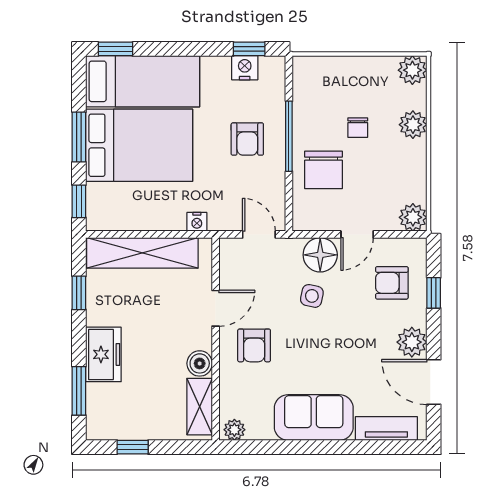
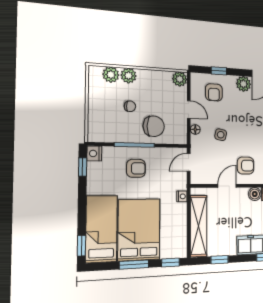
nightstand: (245, 68) -> (94, 153), moved
plant: (412, 70) -> (111, 75), moved
floor lamp: (320, 255) -> (195, 129), width x0.53, depth x0.53
door: (216, 308) -> (227, 186), hinge flipped

